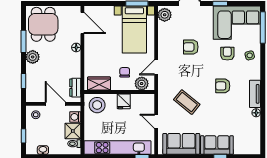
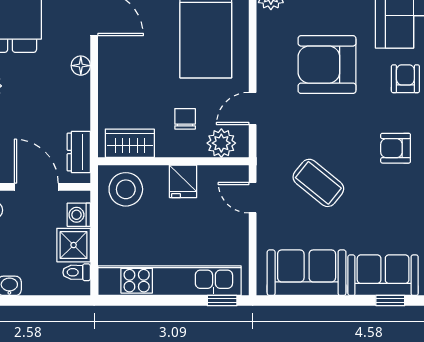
armchair: (191, 47) -> (327, 65), width x1.88, depth x1.88
door: (156, 121) -> (253, 198), moved

